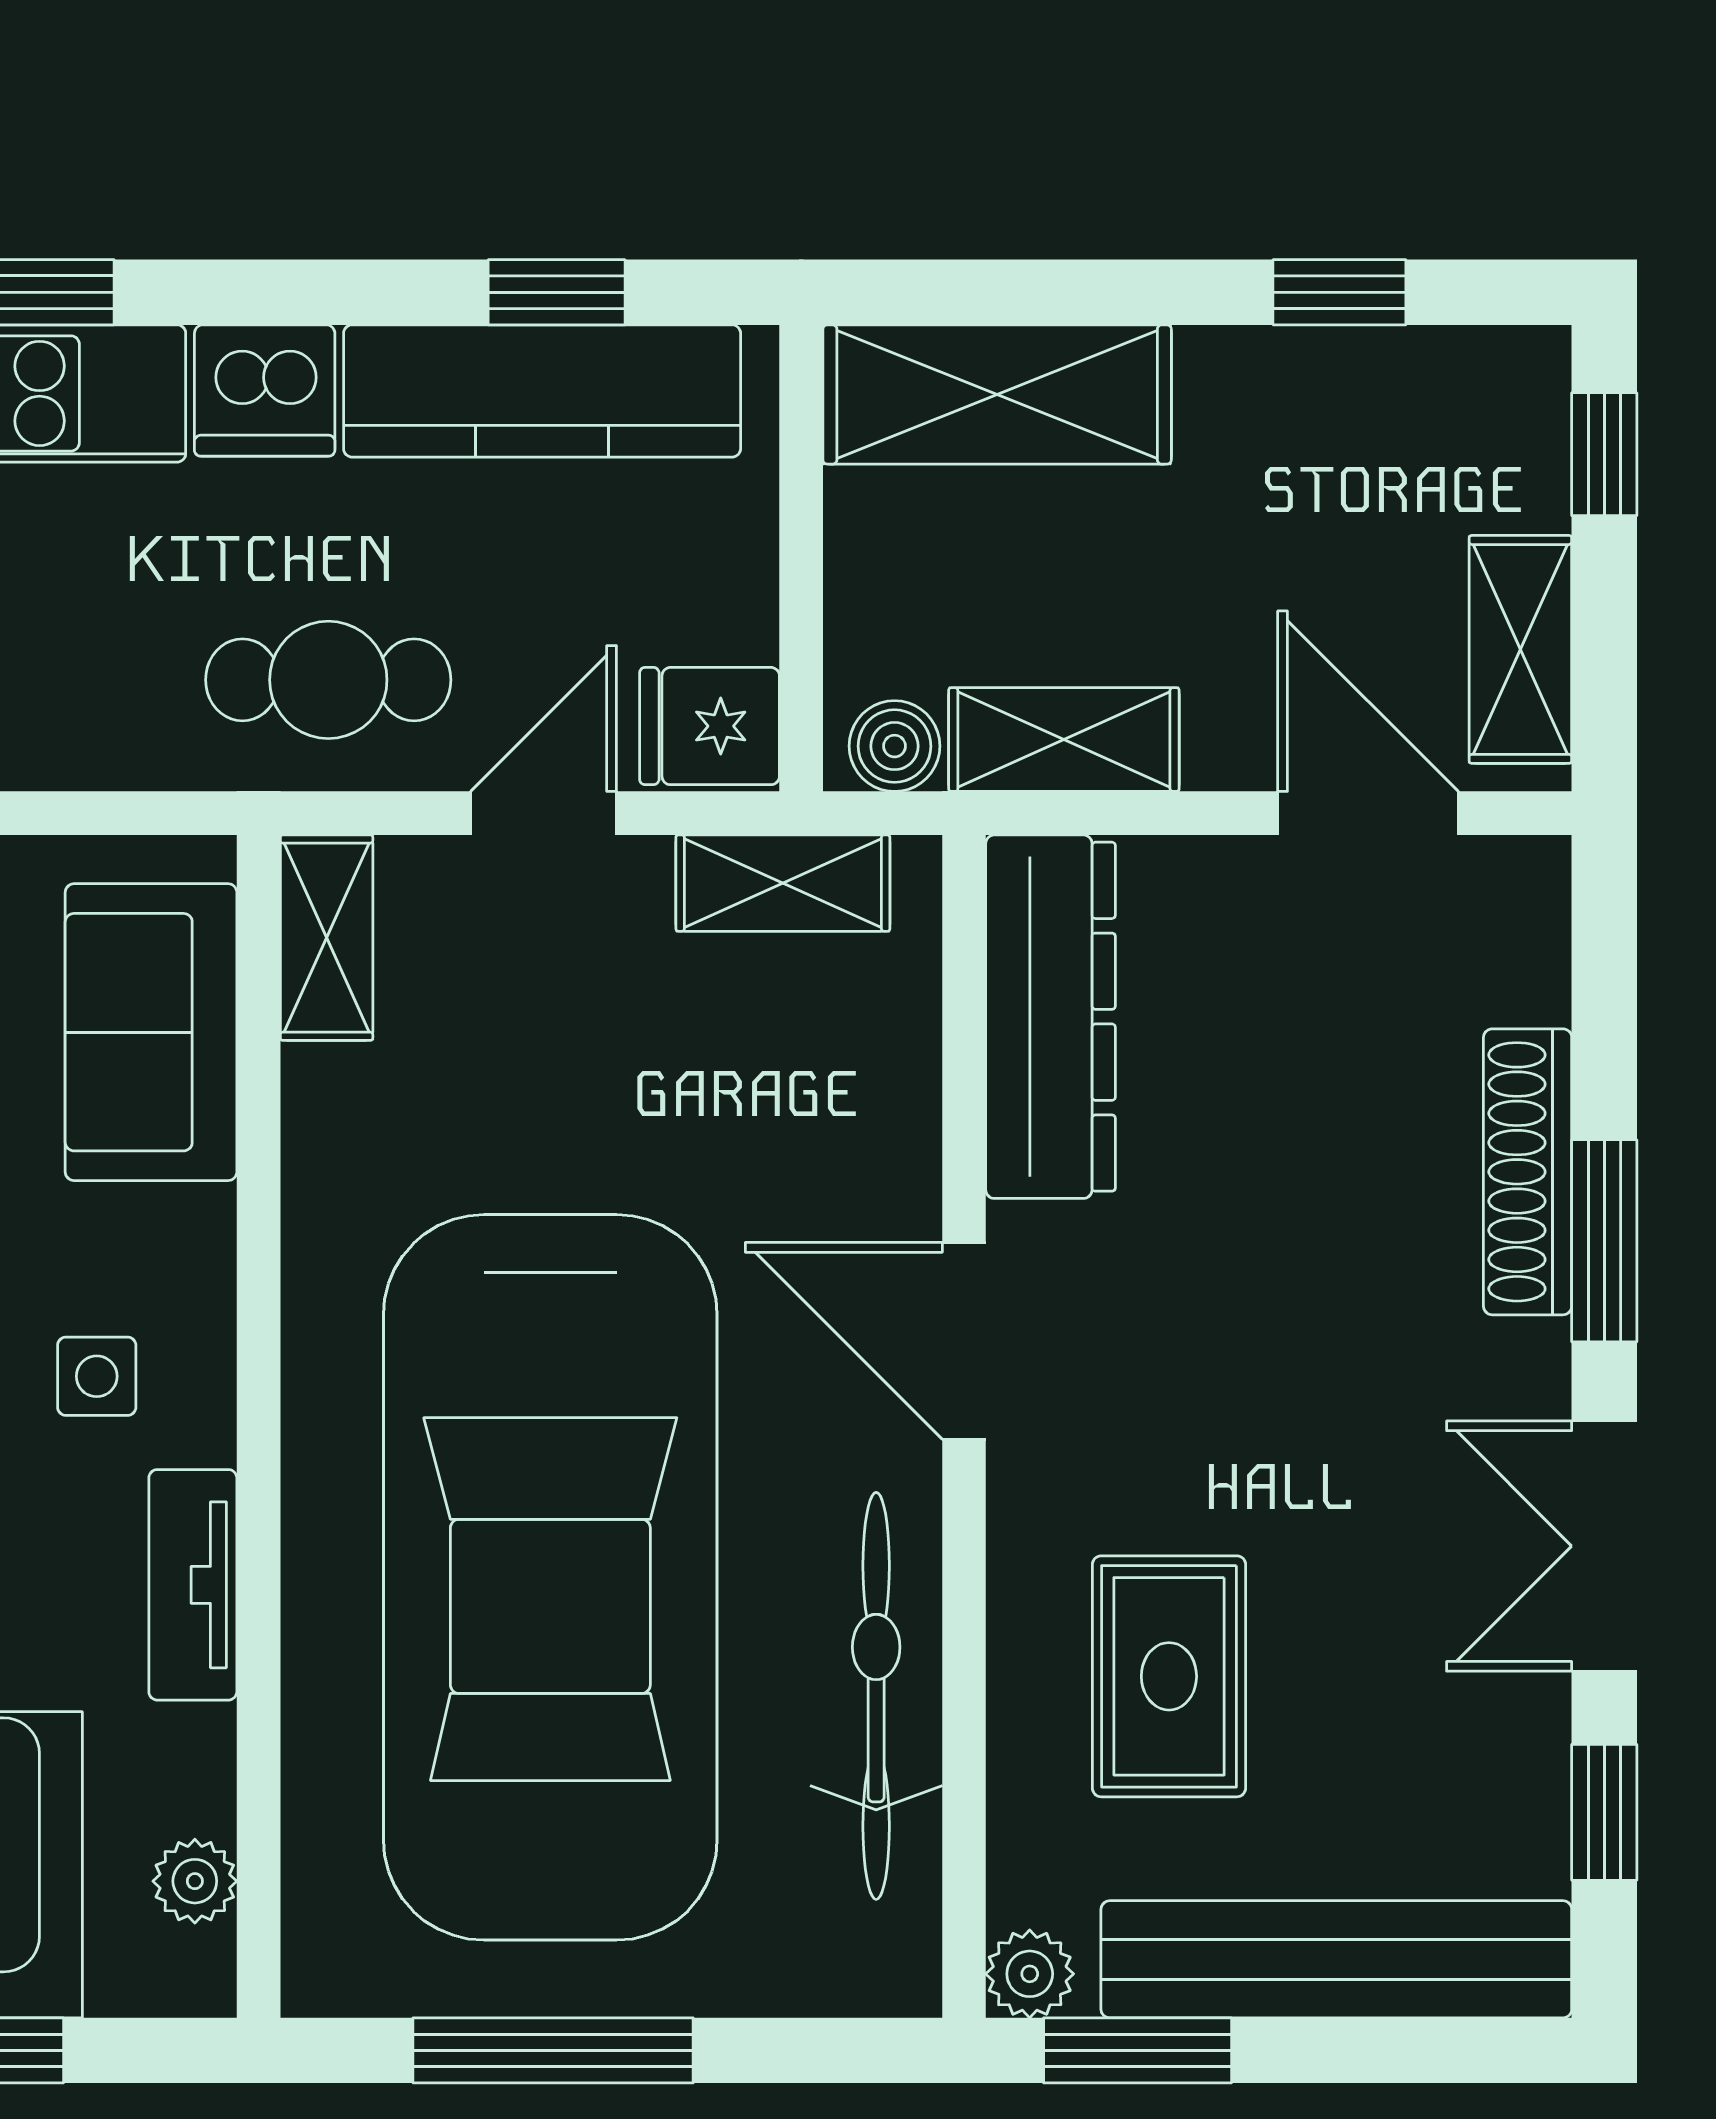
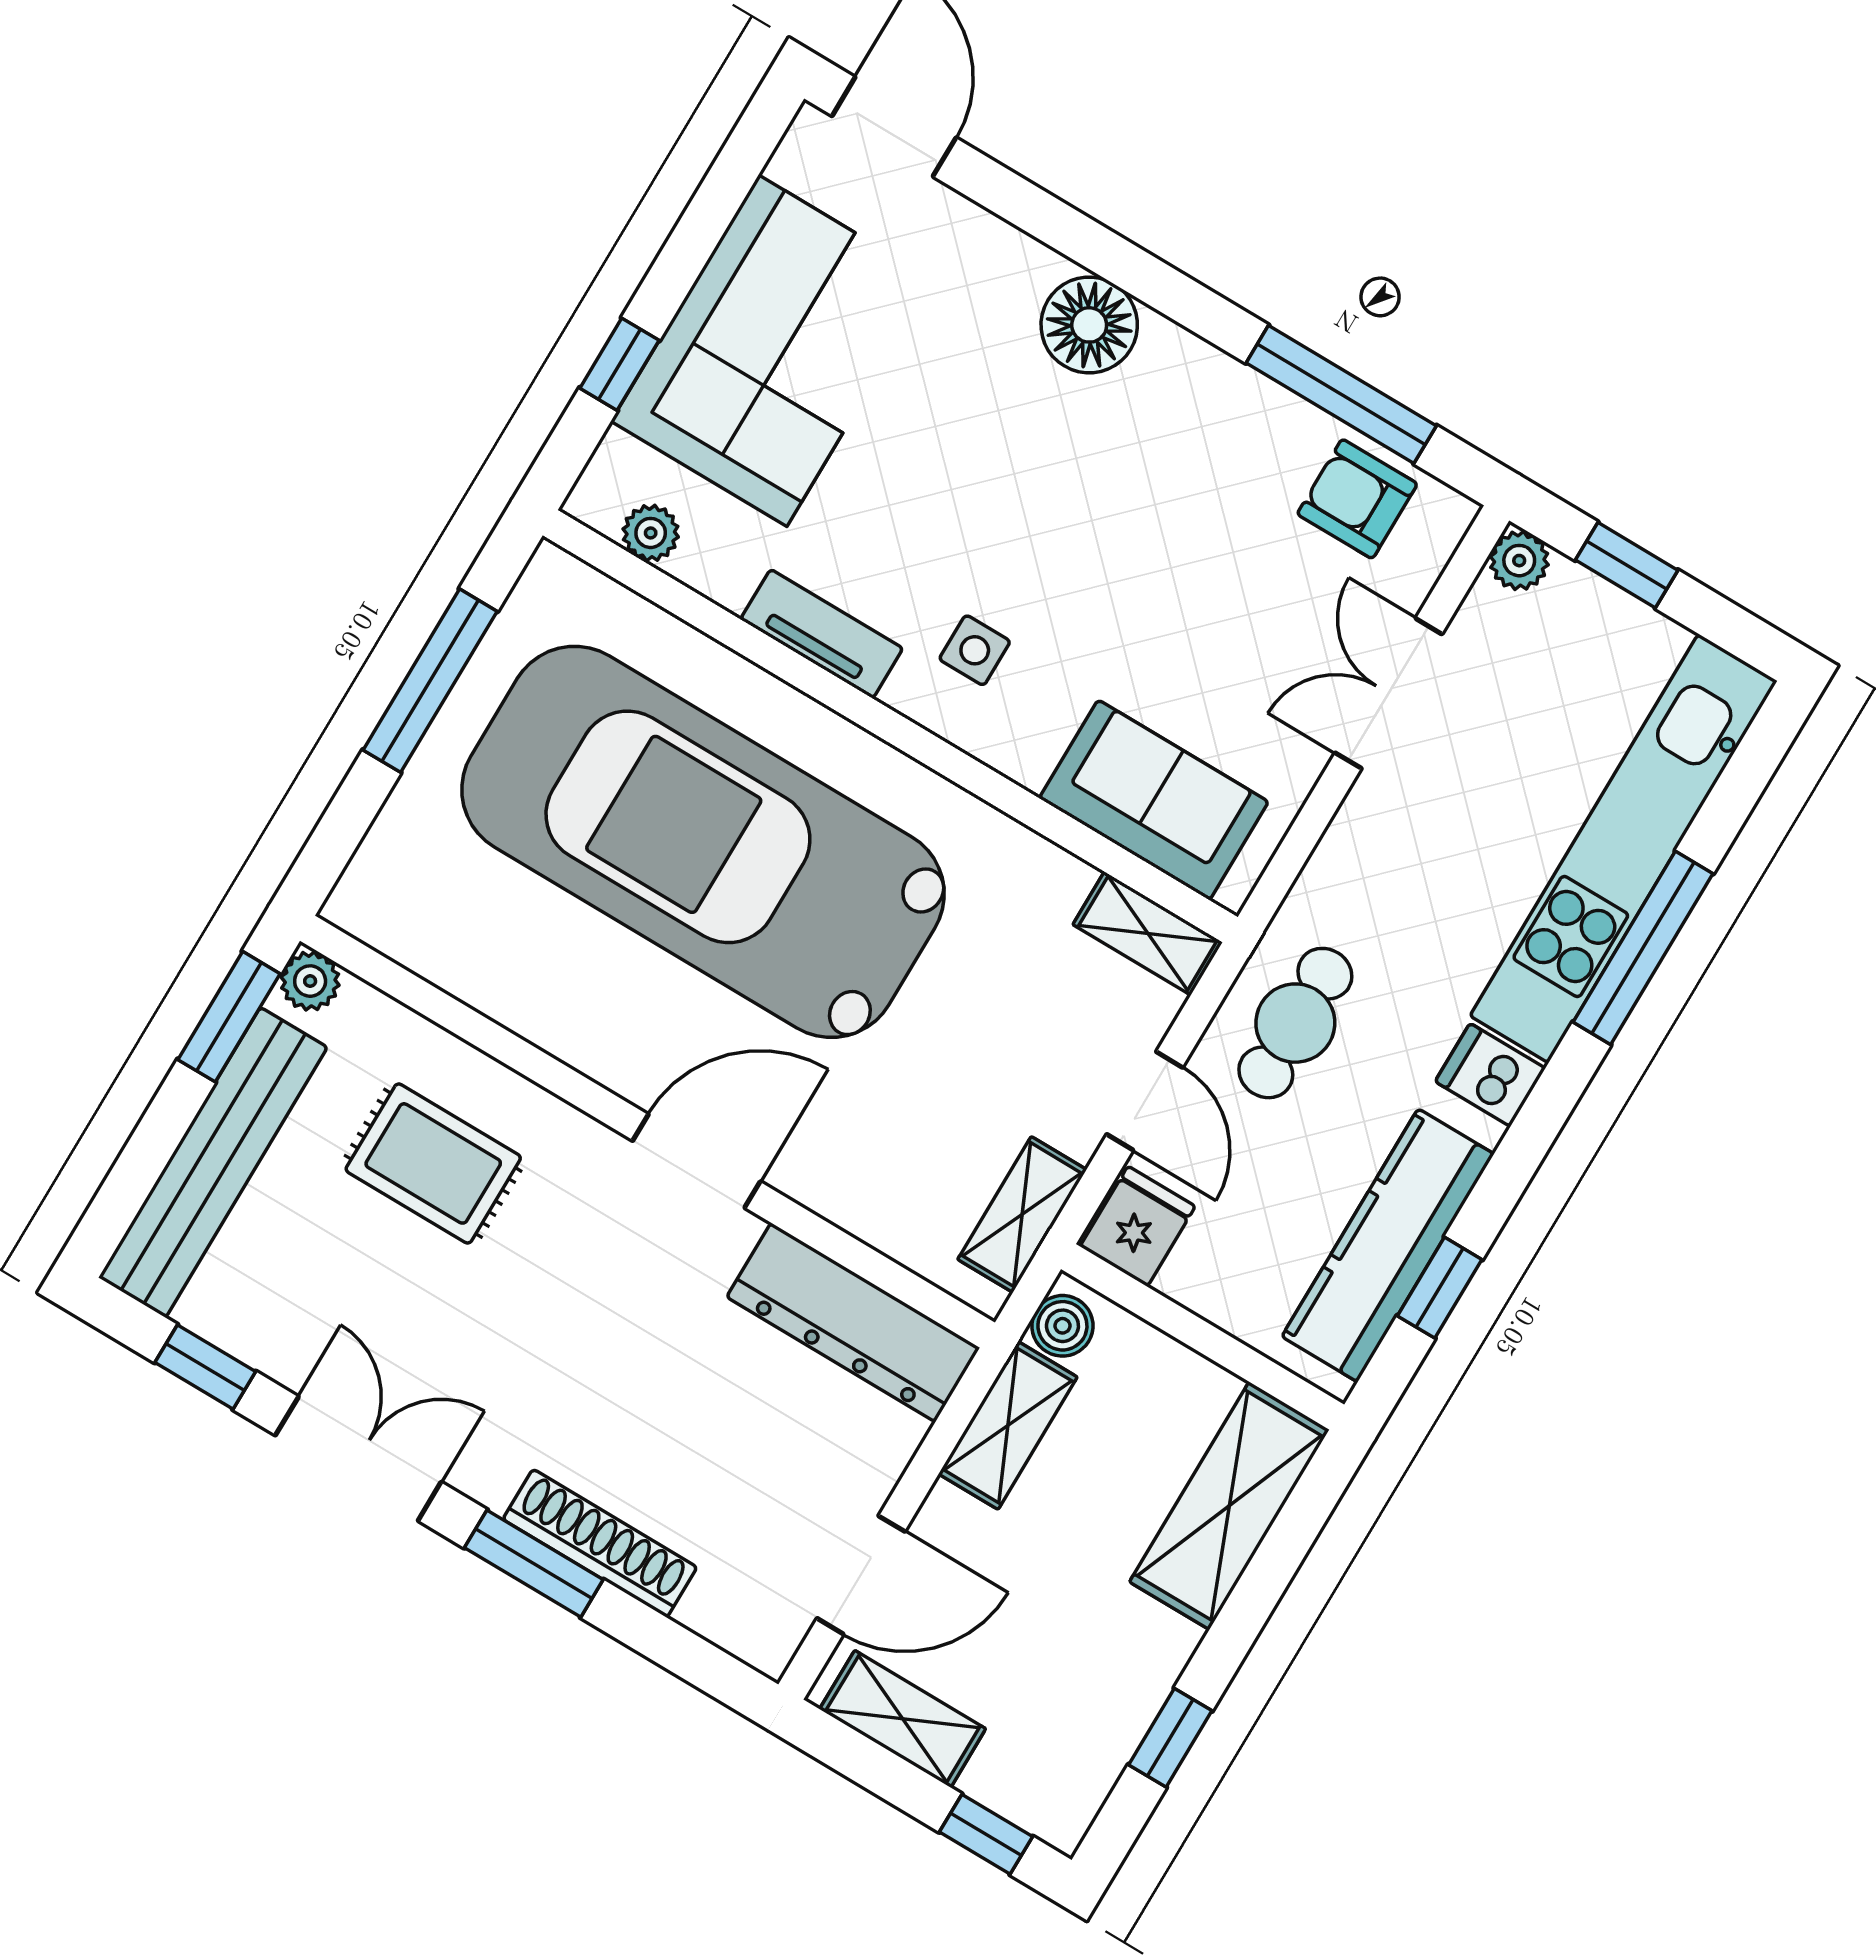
dishwasher: (265, 391) -> (1490, 1075), width x0.73
bicycle: (876, 1696) -> (523, 988), removed

